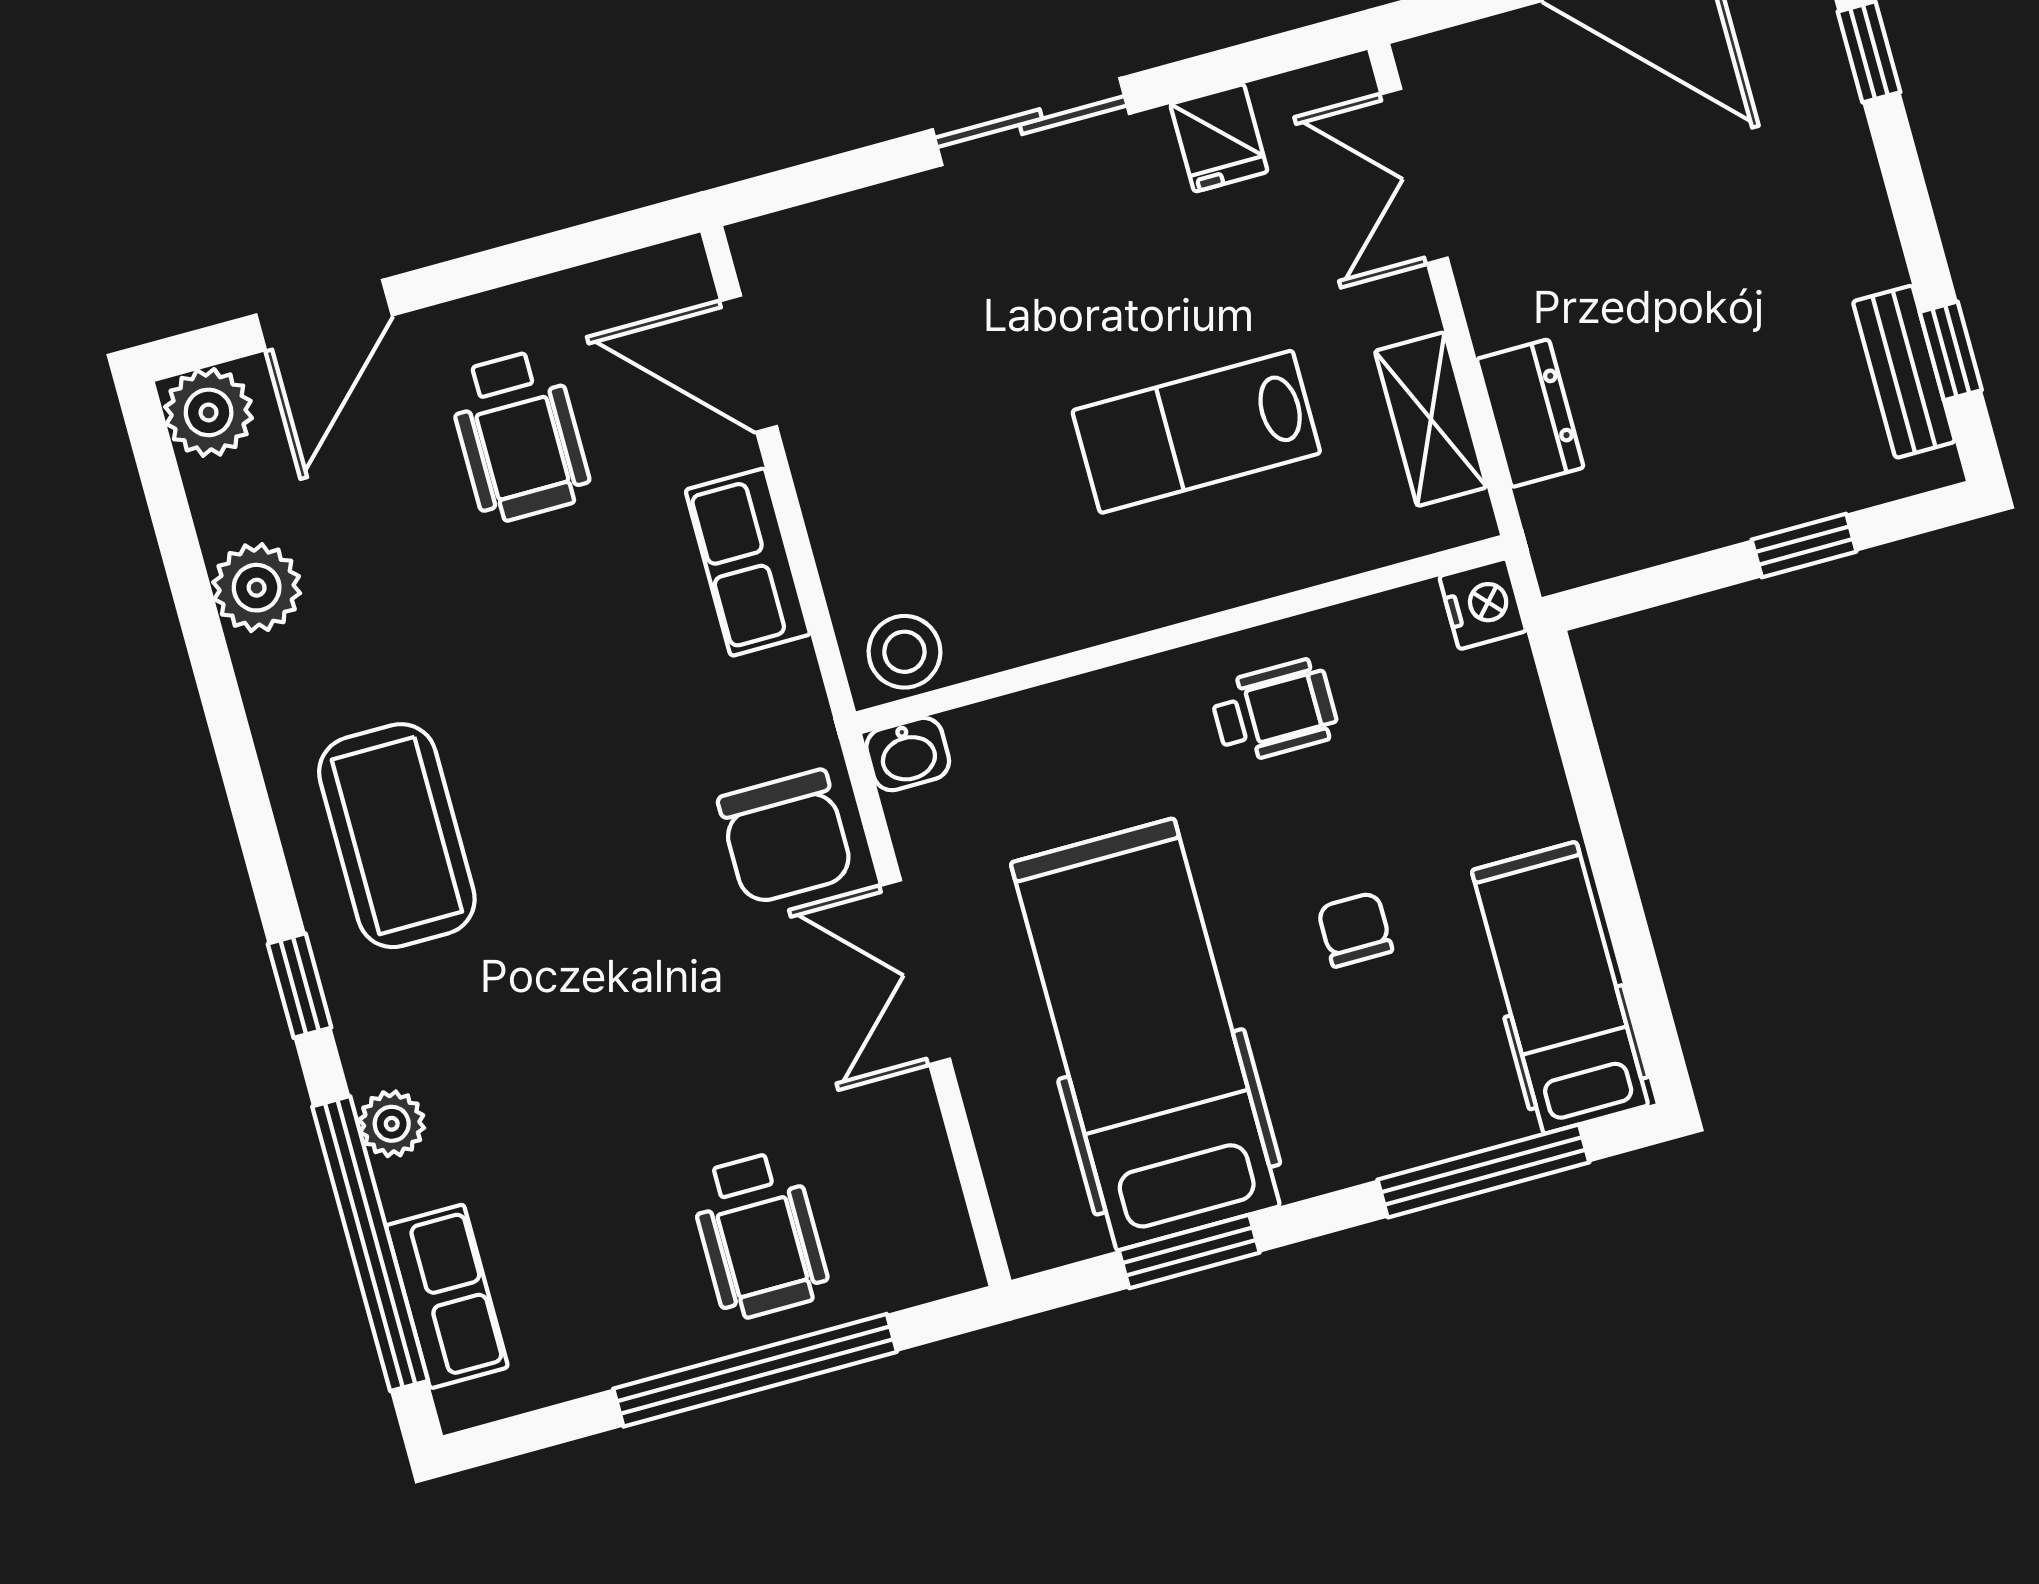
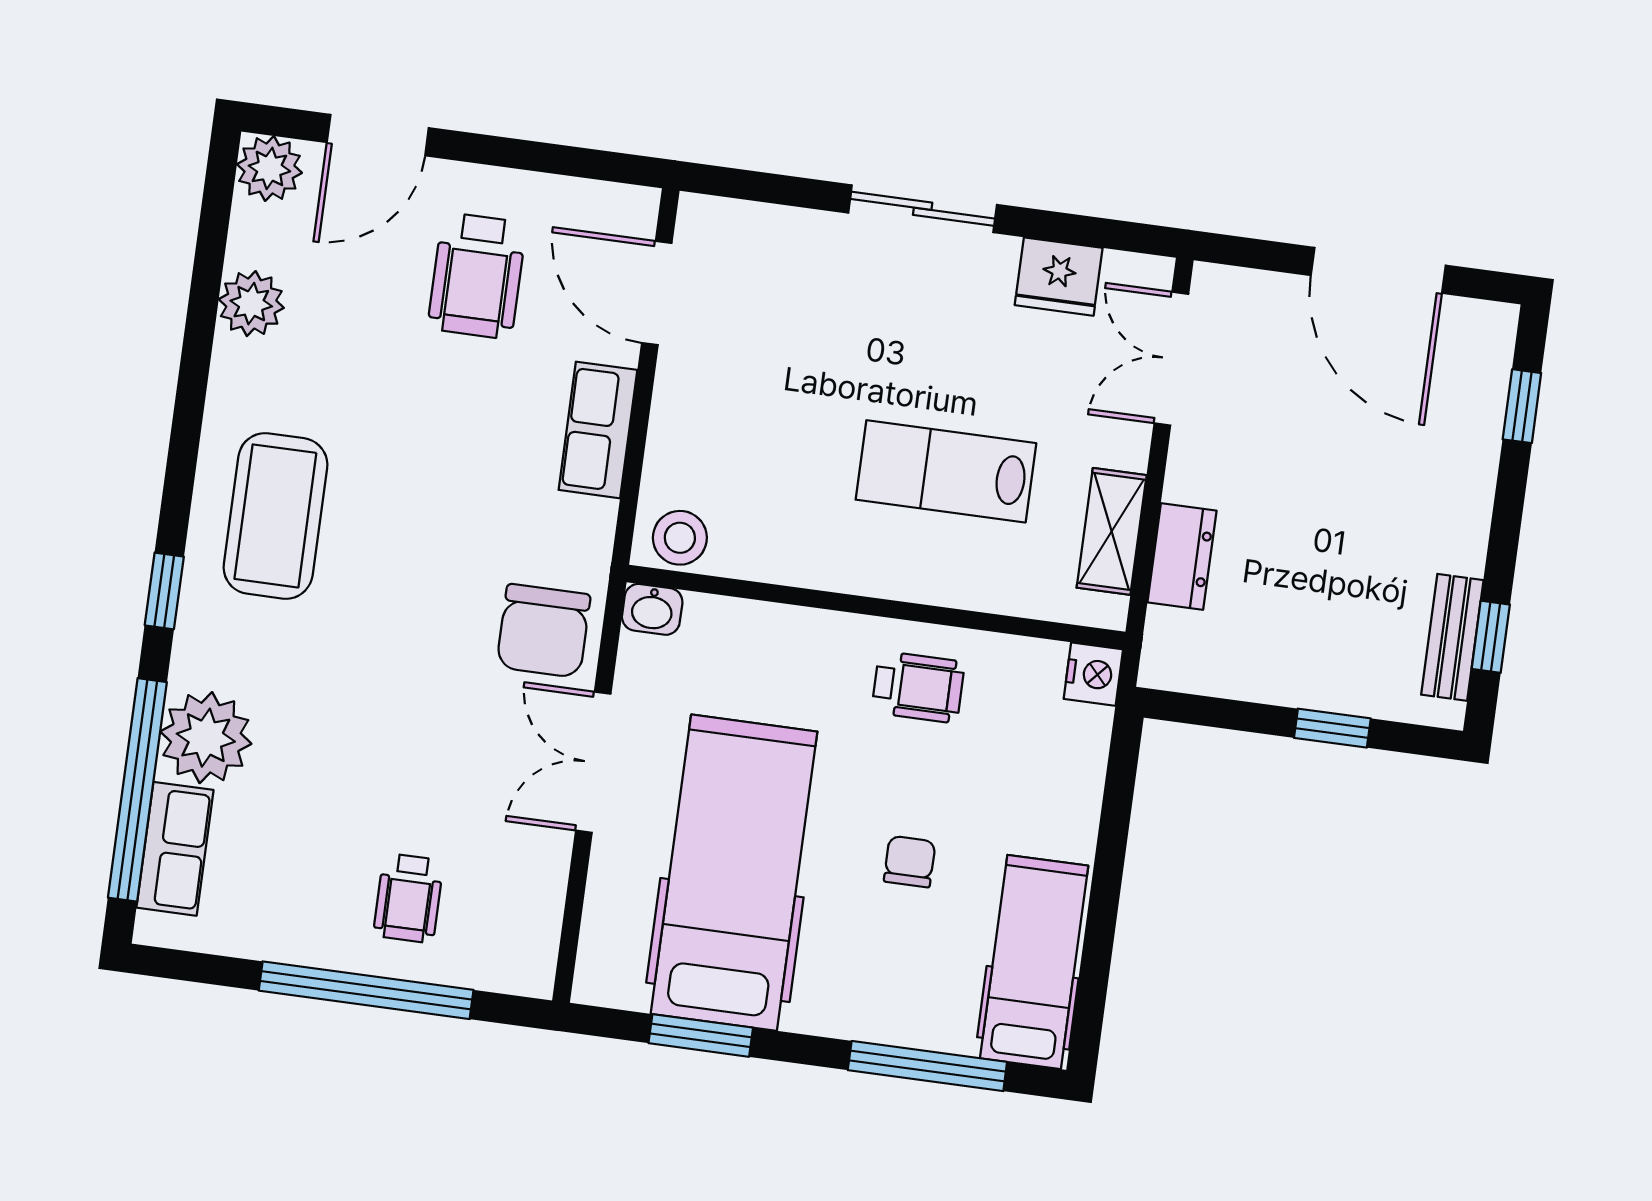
fridge: (1219, 138) -> (1059, 277), width x1.38
plant: (392, 1124) -> (206, 738), width x1.87, depth x1.87
wheelchair: (759, 1235) -> (408, 898), width x0.73, depth x0.73

